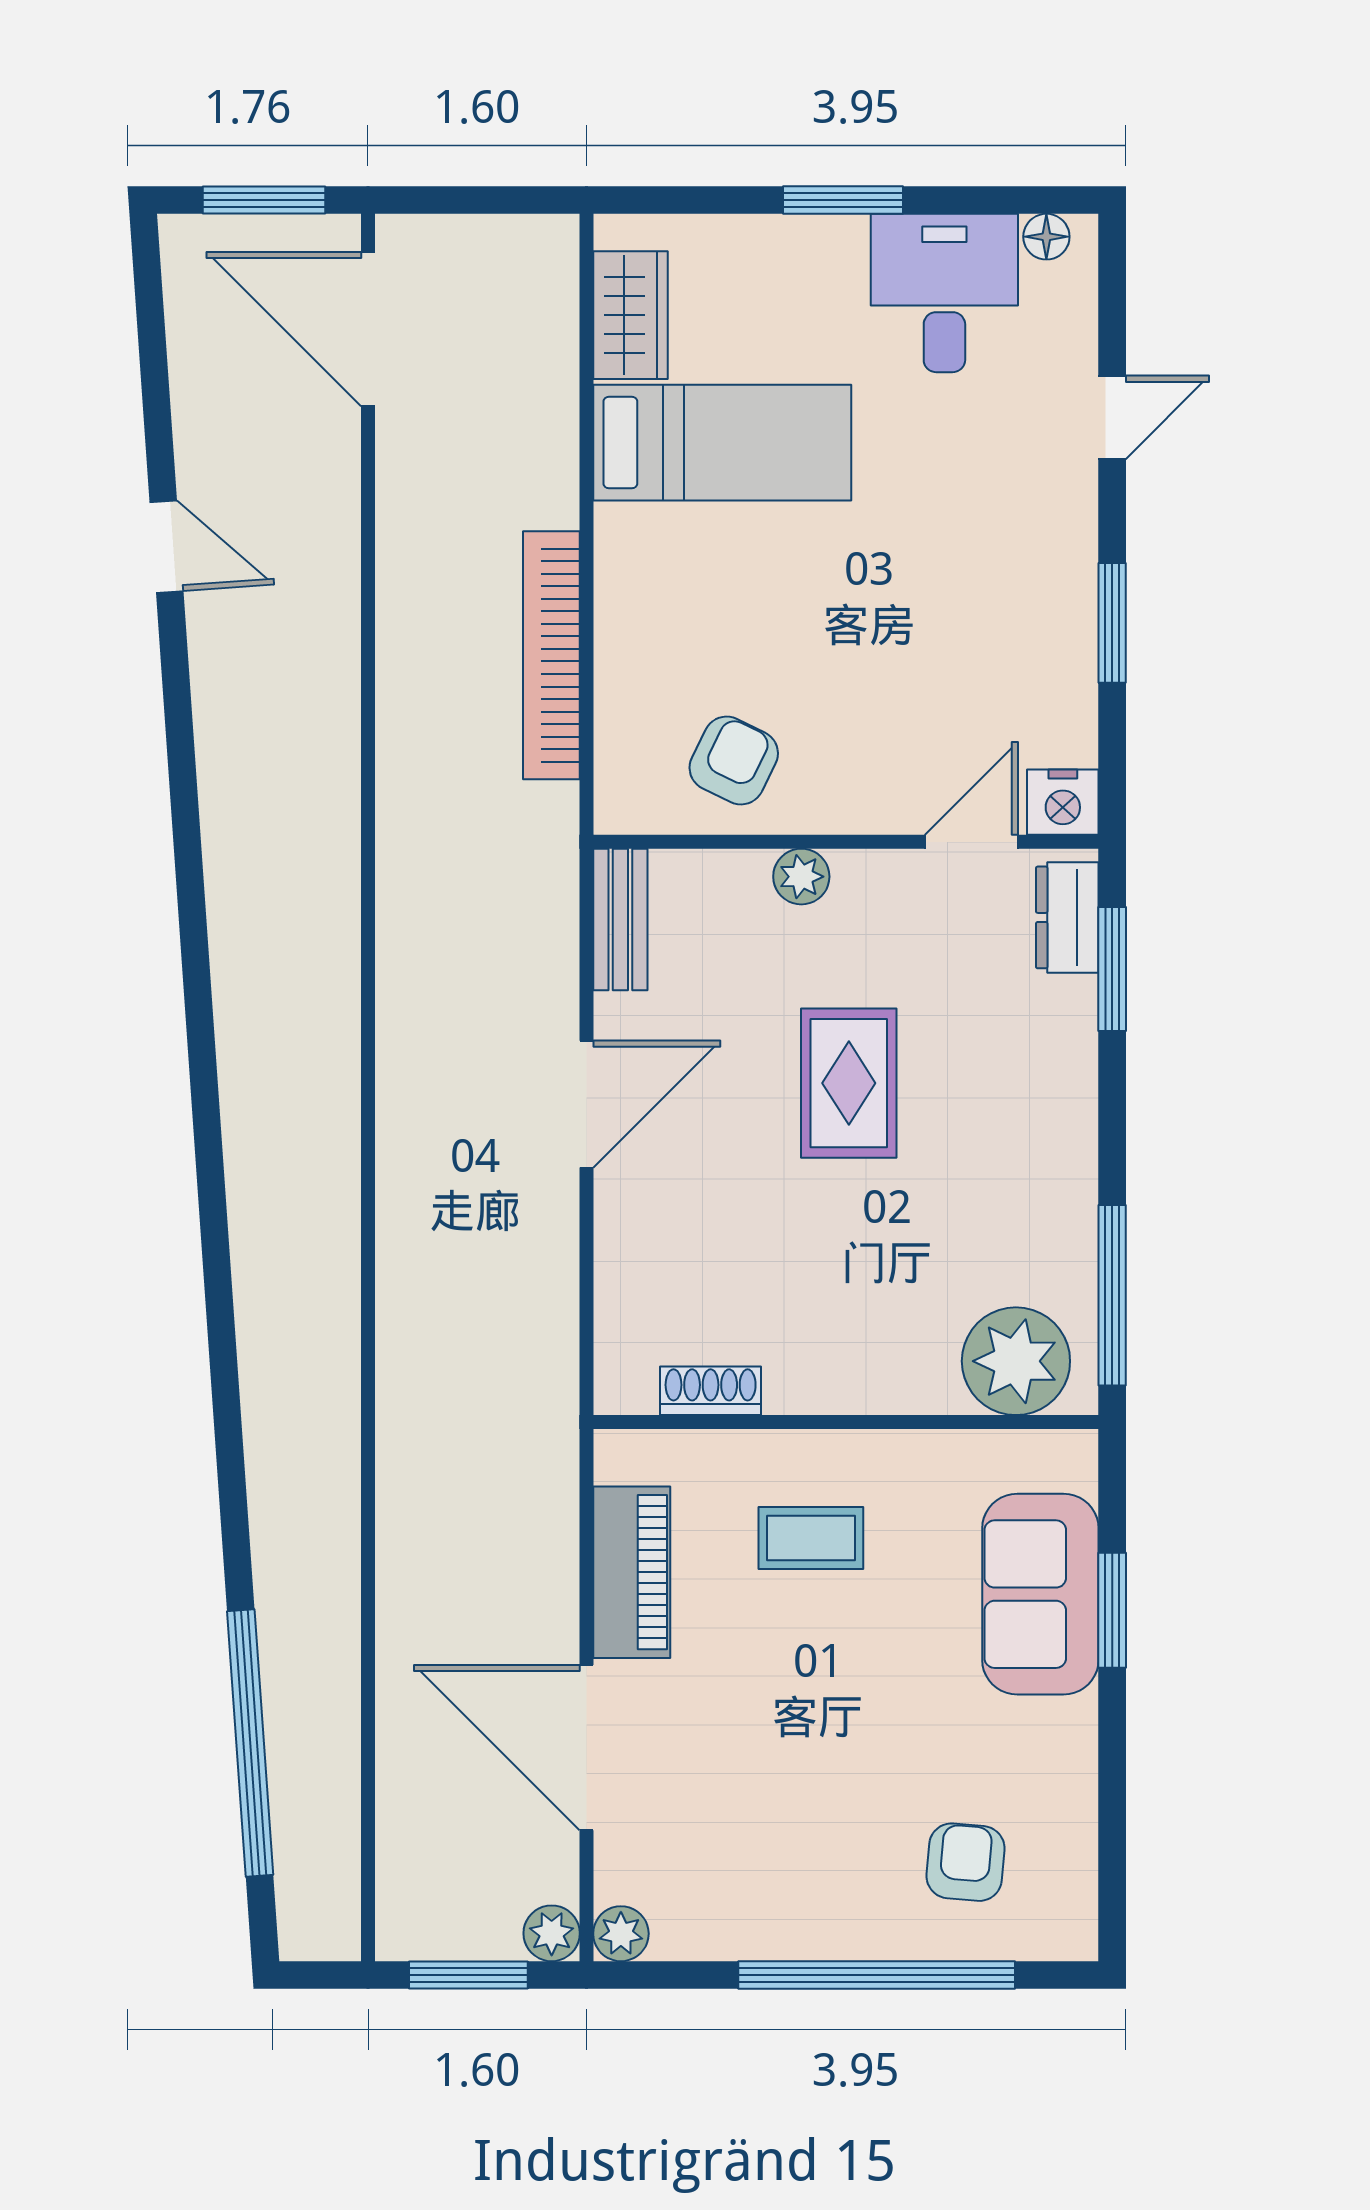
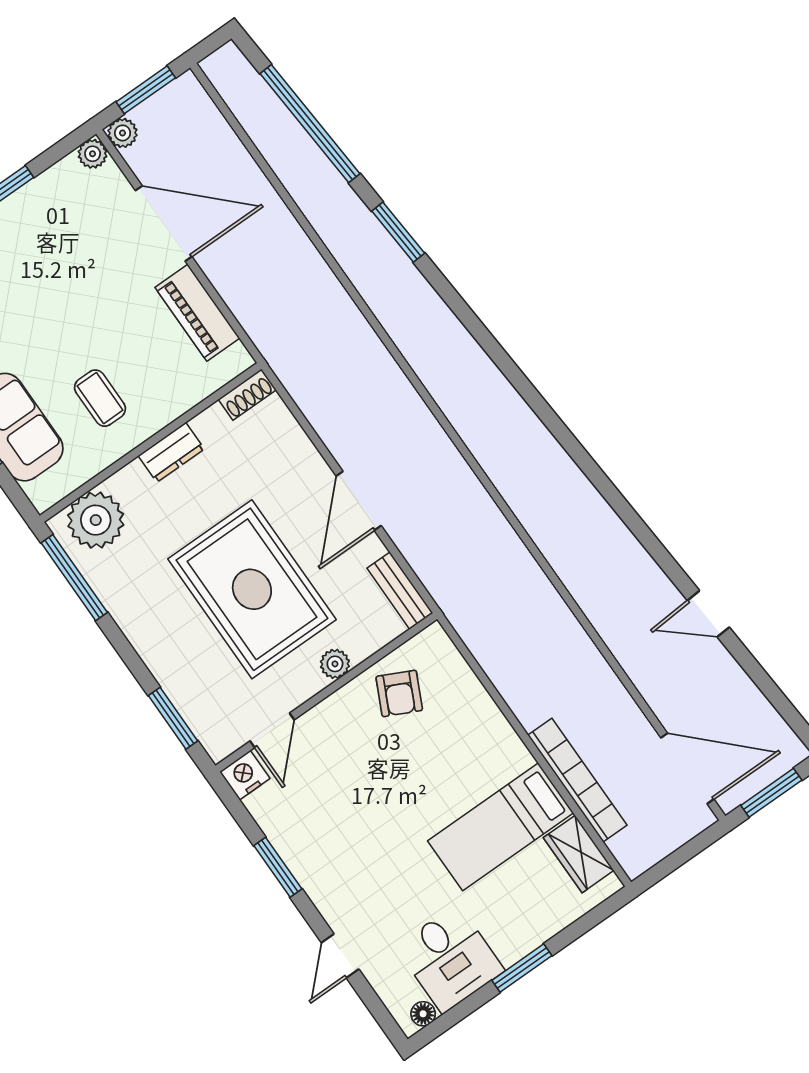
bookcase: (551, 655) -> (577, 780), moved
dresser: (1067, 917) -> (171, 452), moved, turned 90
rug: (849, 1083) -> (252, 589), width x1.86, depth x2.06
shoe rack: (711, 1391) -> (247, 395), moved
window: (232, 1478) -> (398, 232), added
coffee table: (811, 1538) -> (100, 398), moved, turned 90

